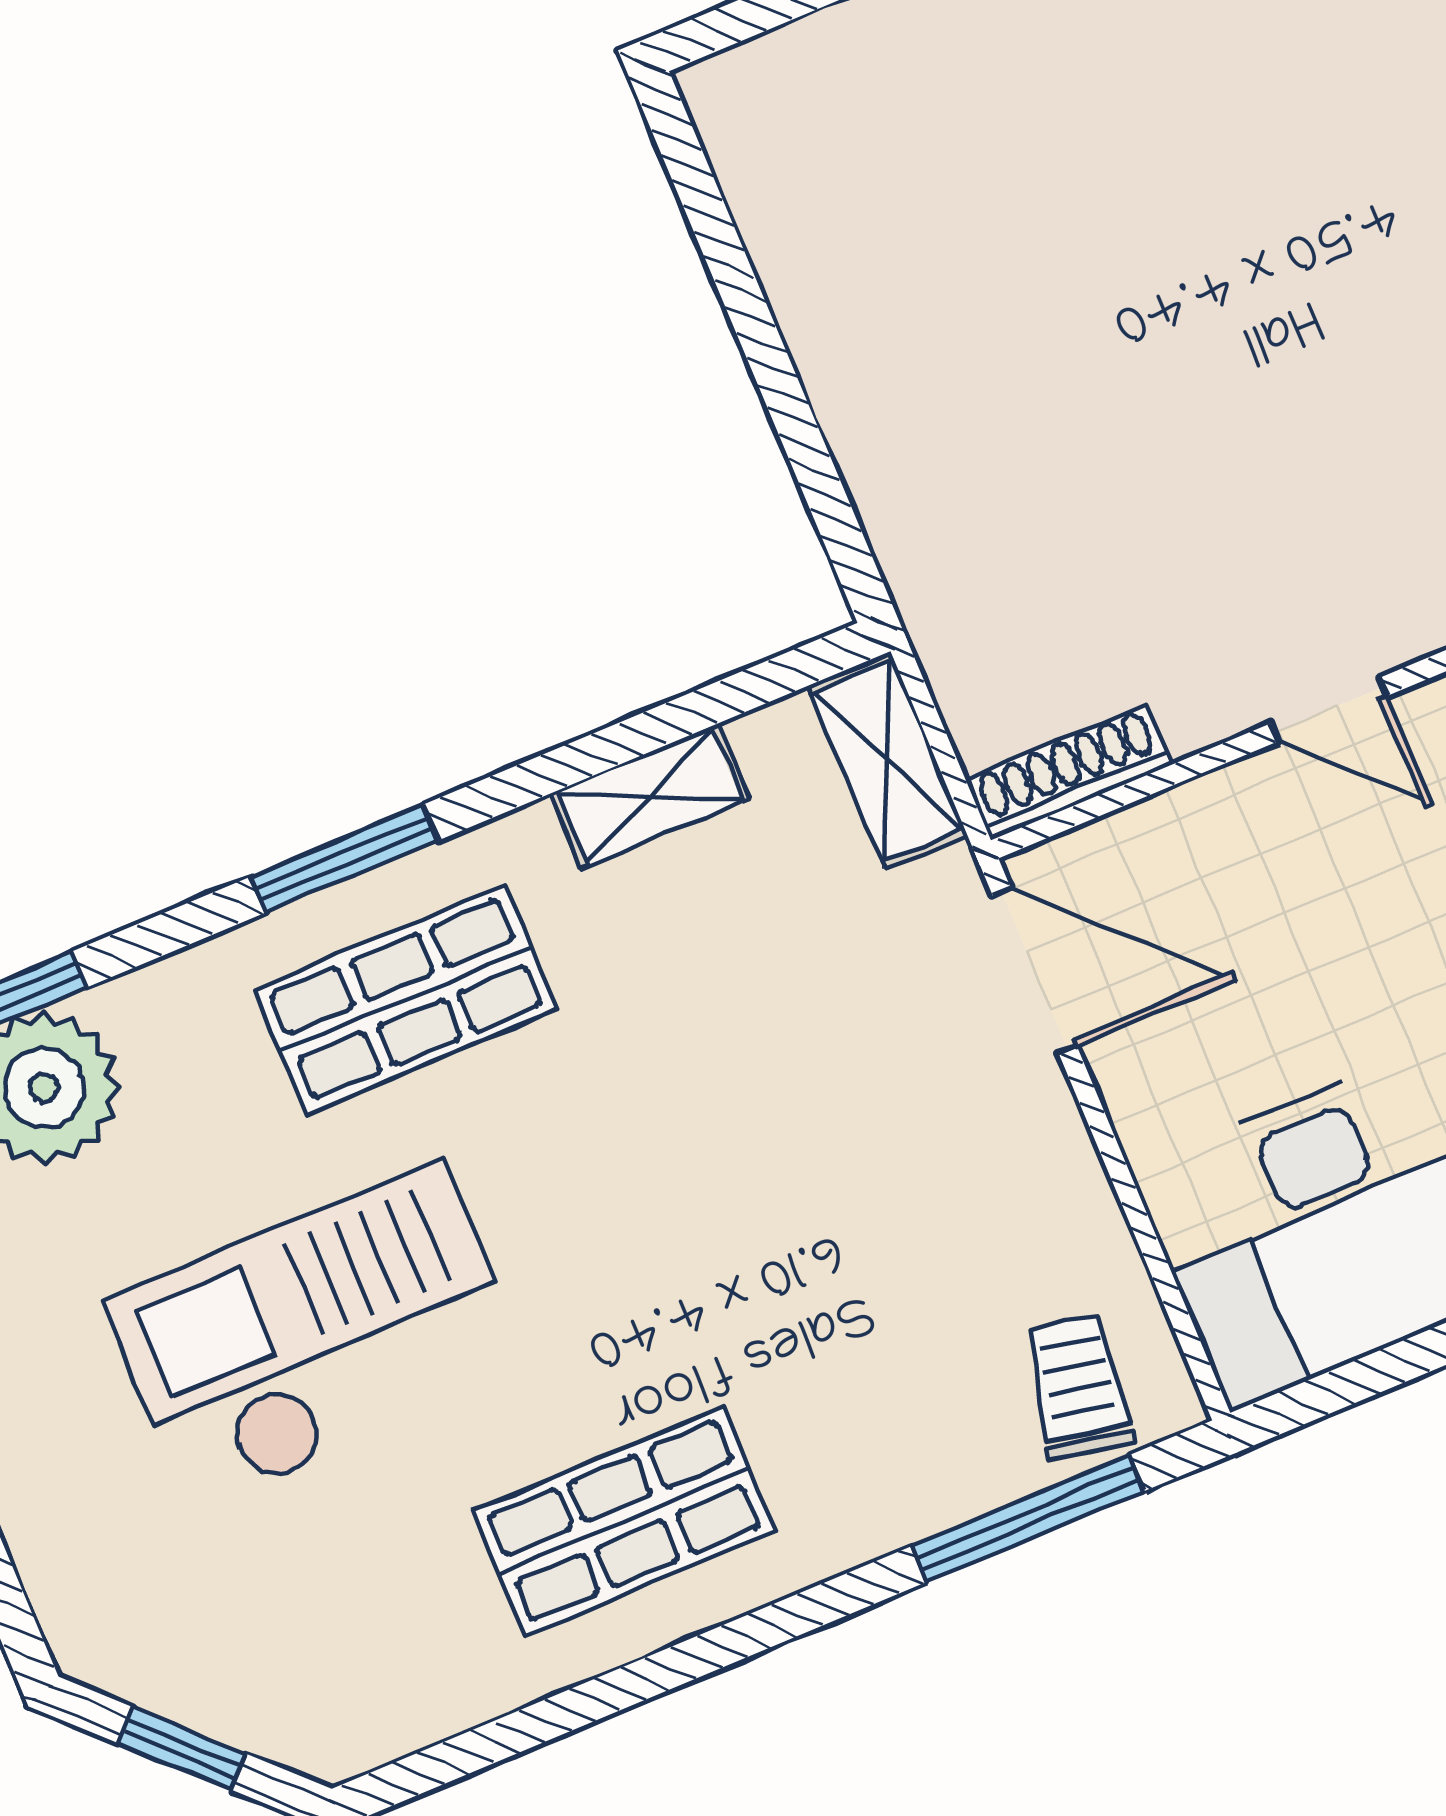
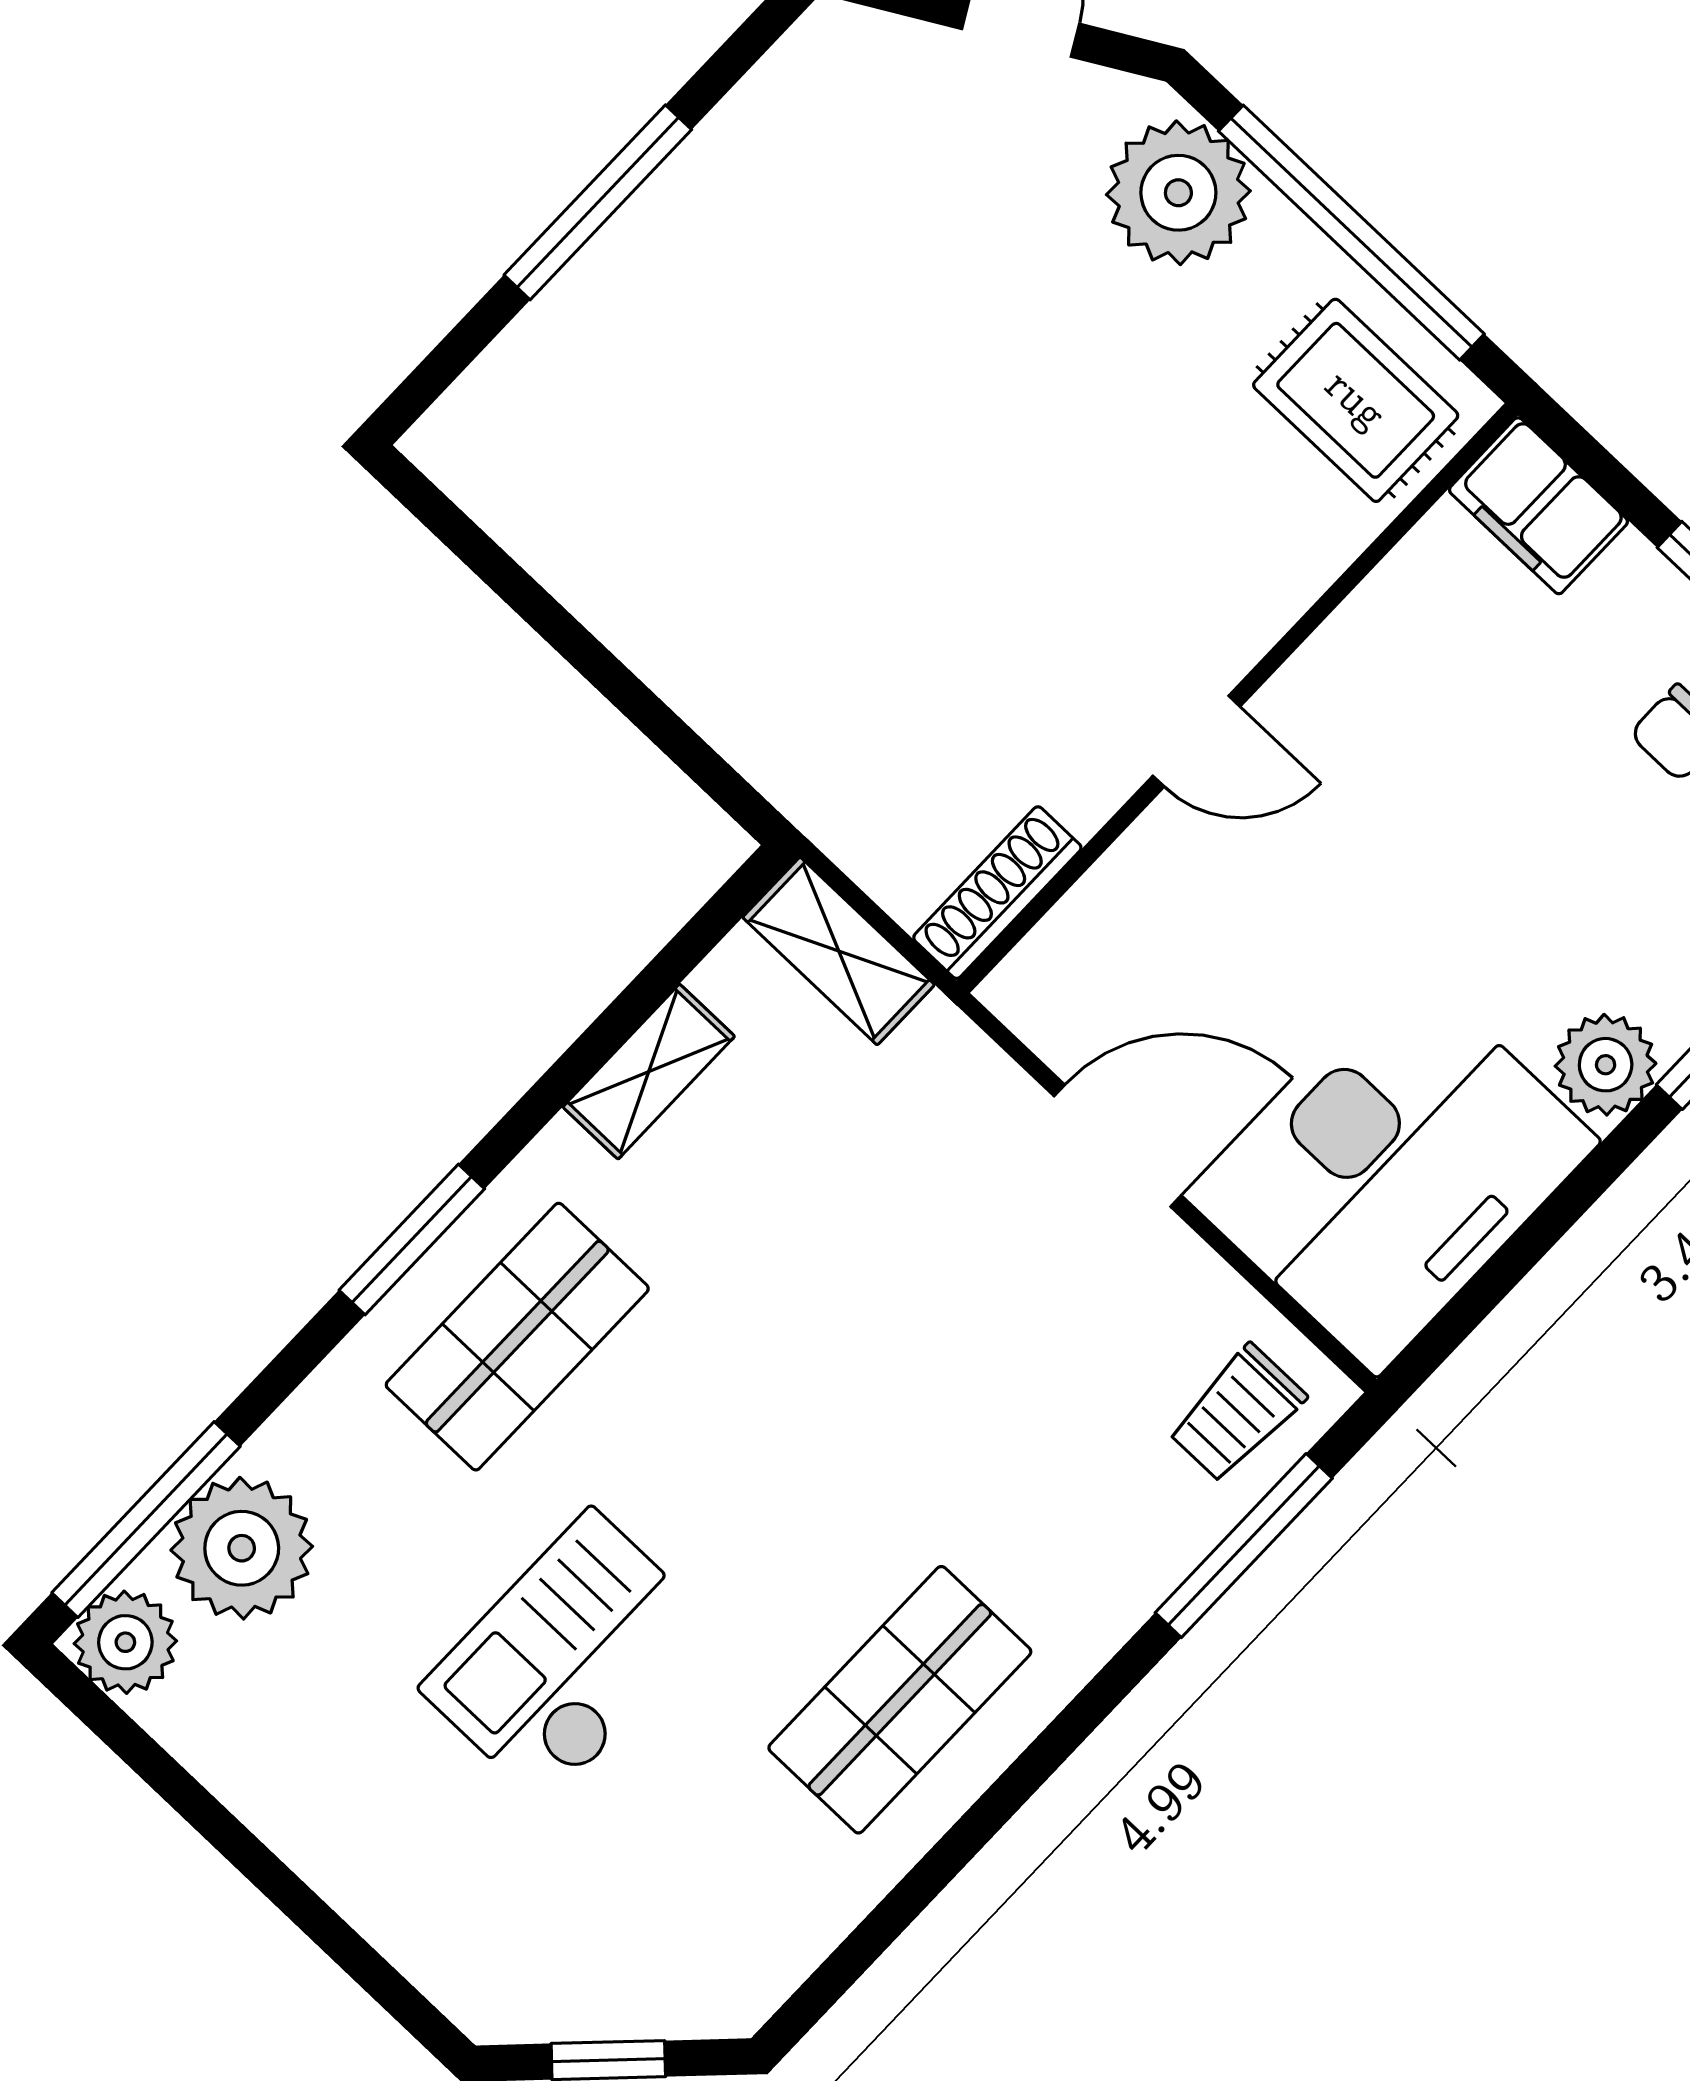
door: (1035, 971) -> (1118, 1146), moved
checkout: (317, 1336) -> (568, 1658), width x0.73, depth x0.83
trolley: (1078, 1386) -> (1237, 1413), turned -101

